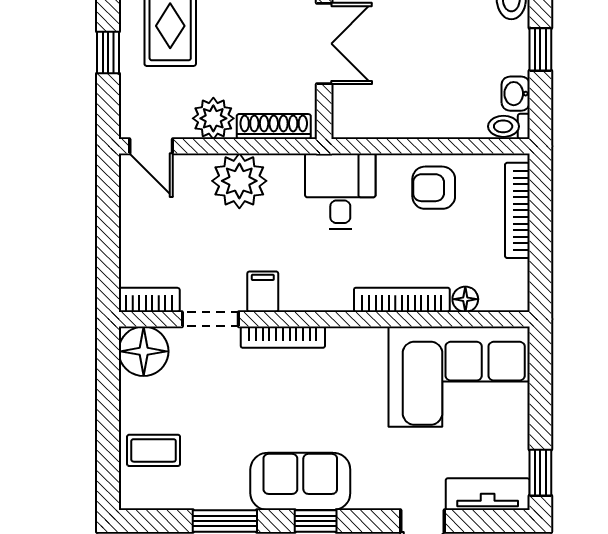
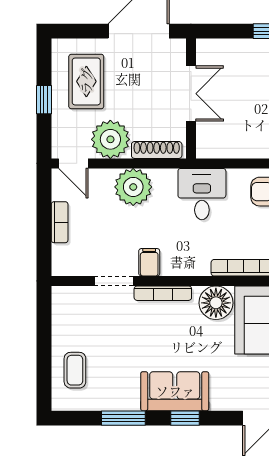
plant: (213, 118) -> (110, 139), width x1.36, depth x1.36
bookcase: (149, 300) -> (60, 222), moved, turned 90
floor lamp: (144, 351) -> (216, 303), moved
coffee table: (154, 450) -> (75, 370), turned 90

